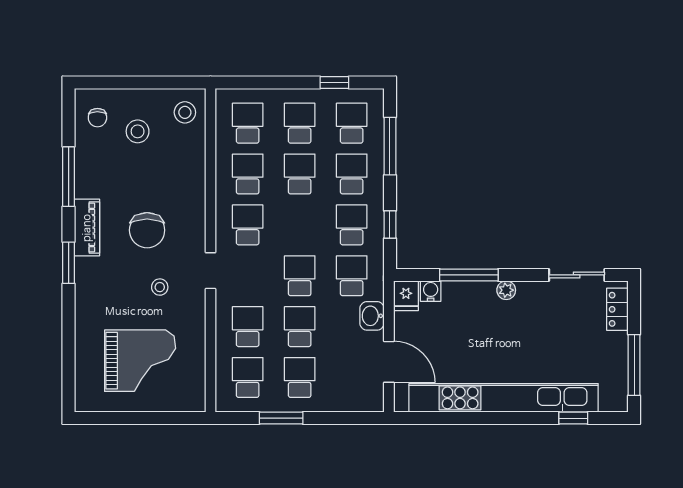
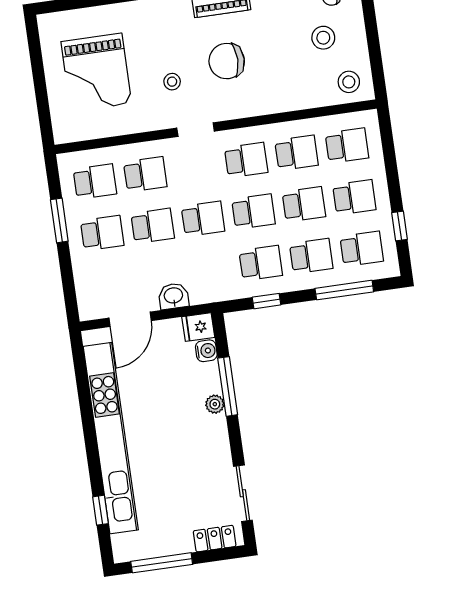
school desk: (352, 276) -> (253, 212), moved
plant: (506, 290) -> (215, 404), moved

